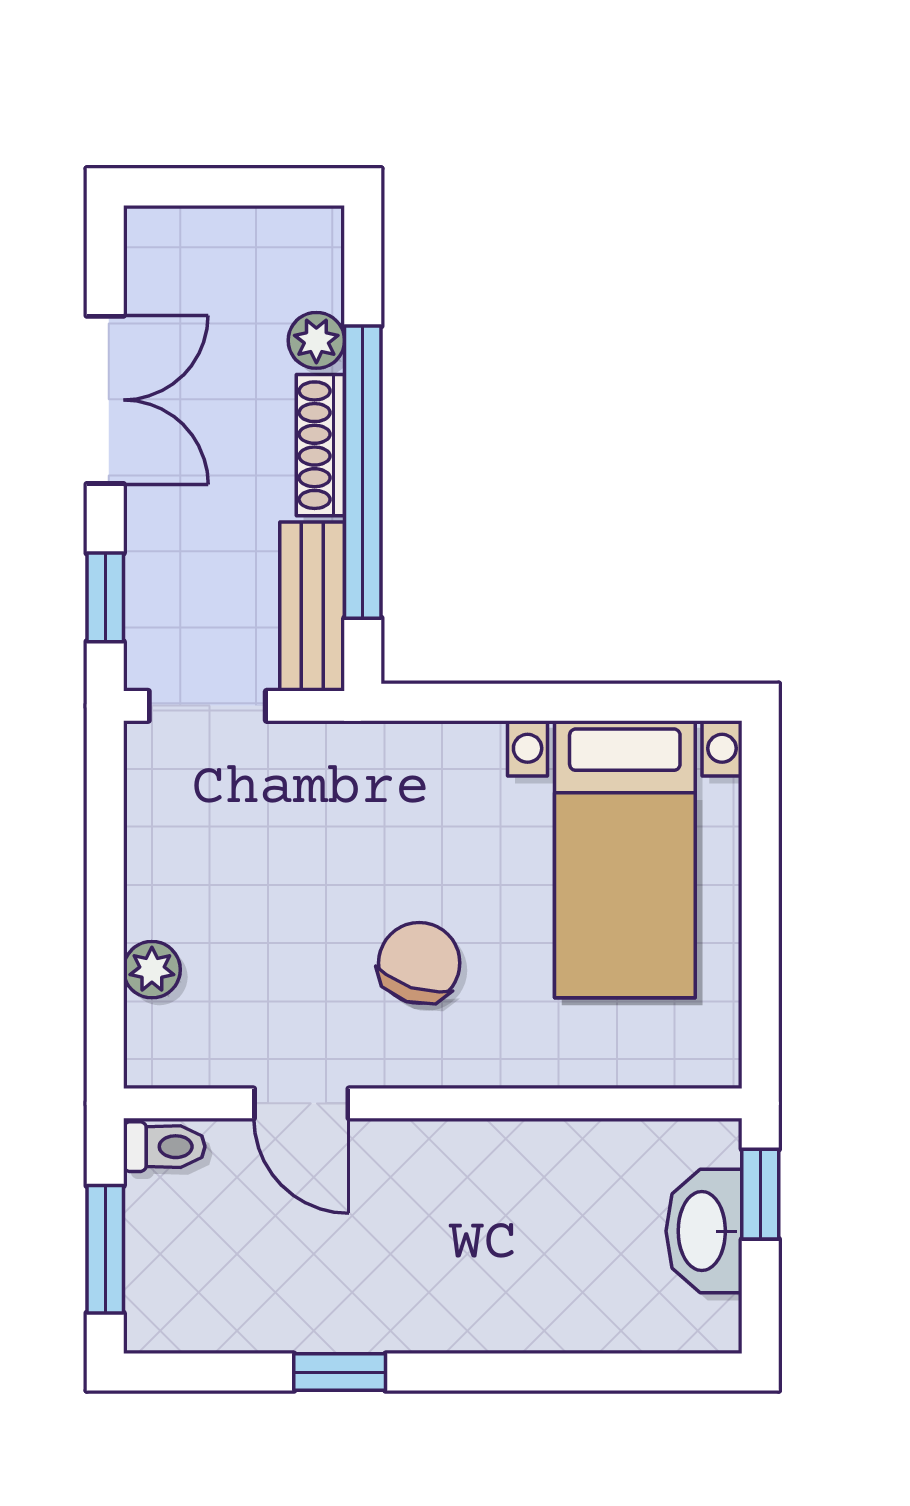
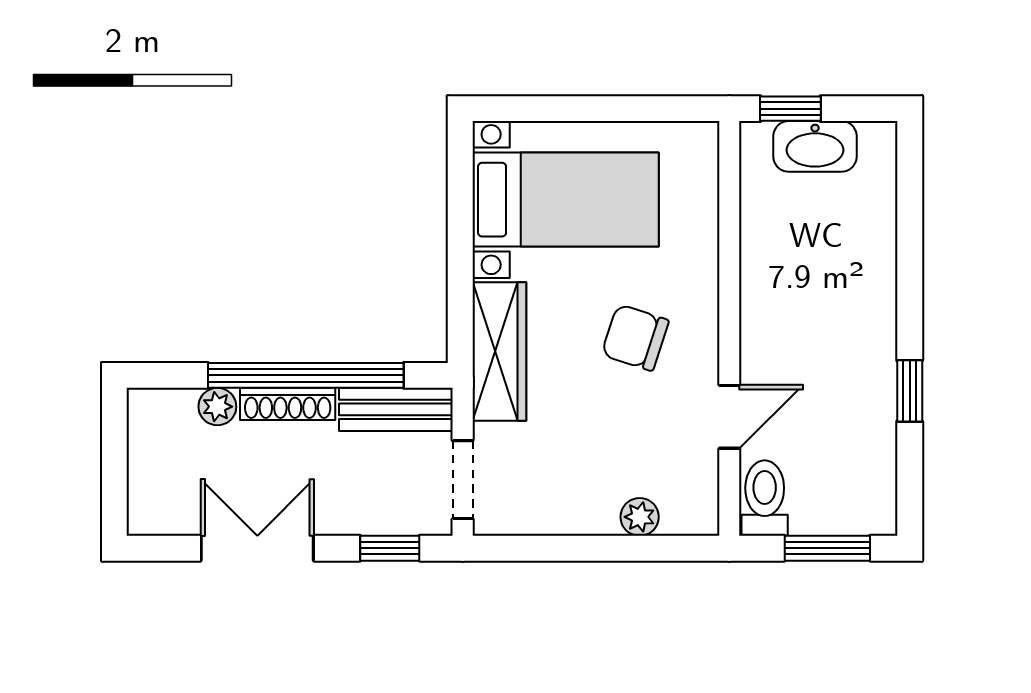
wardrobe: (398, 761) -> (499, 351), added
toilet: (164, 1147) -> (765, 498), width x1.37, depth x1.39

